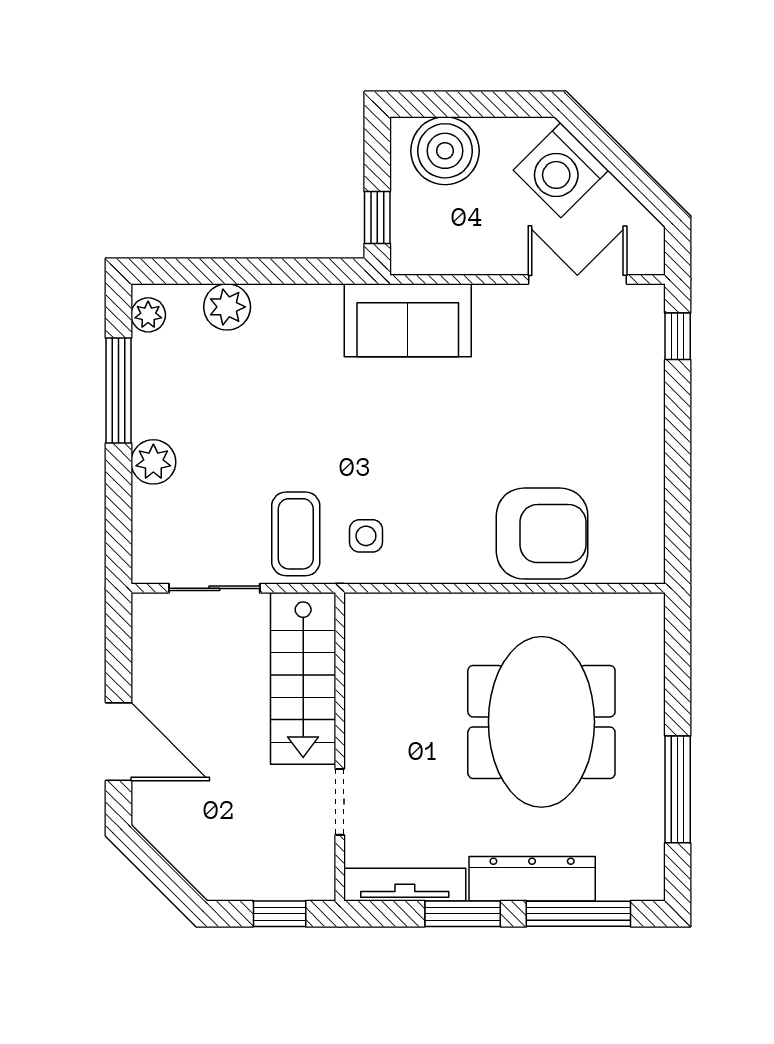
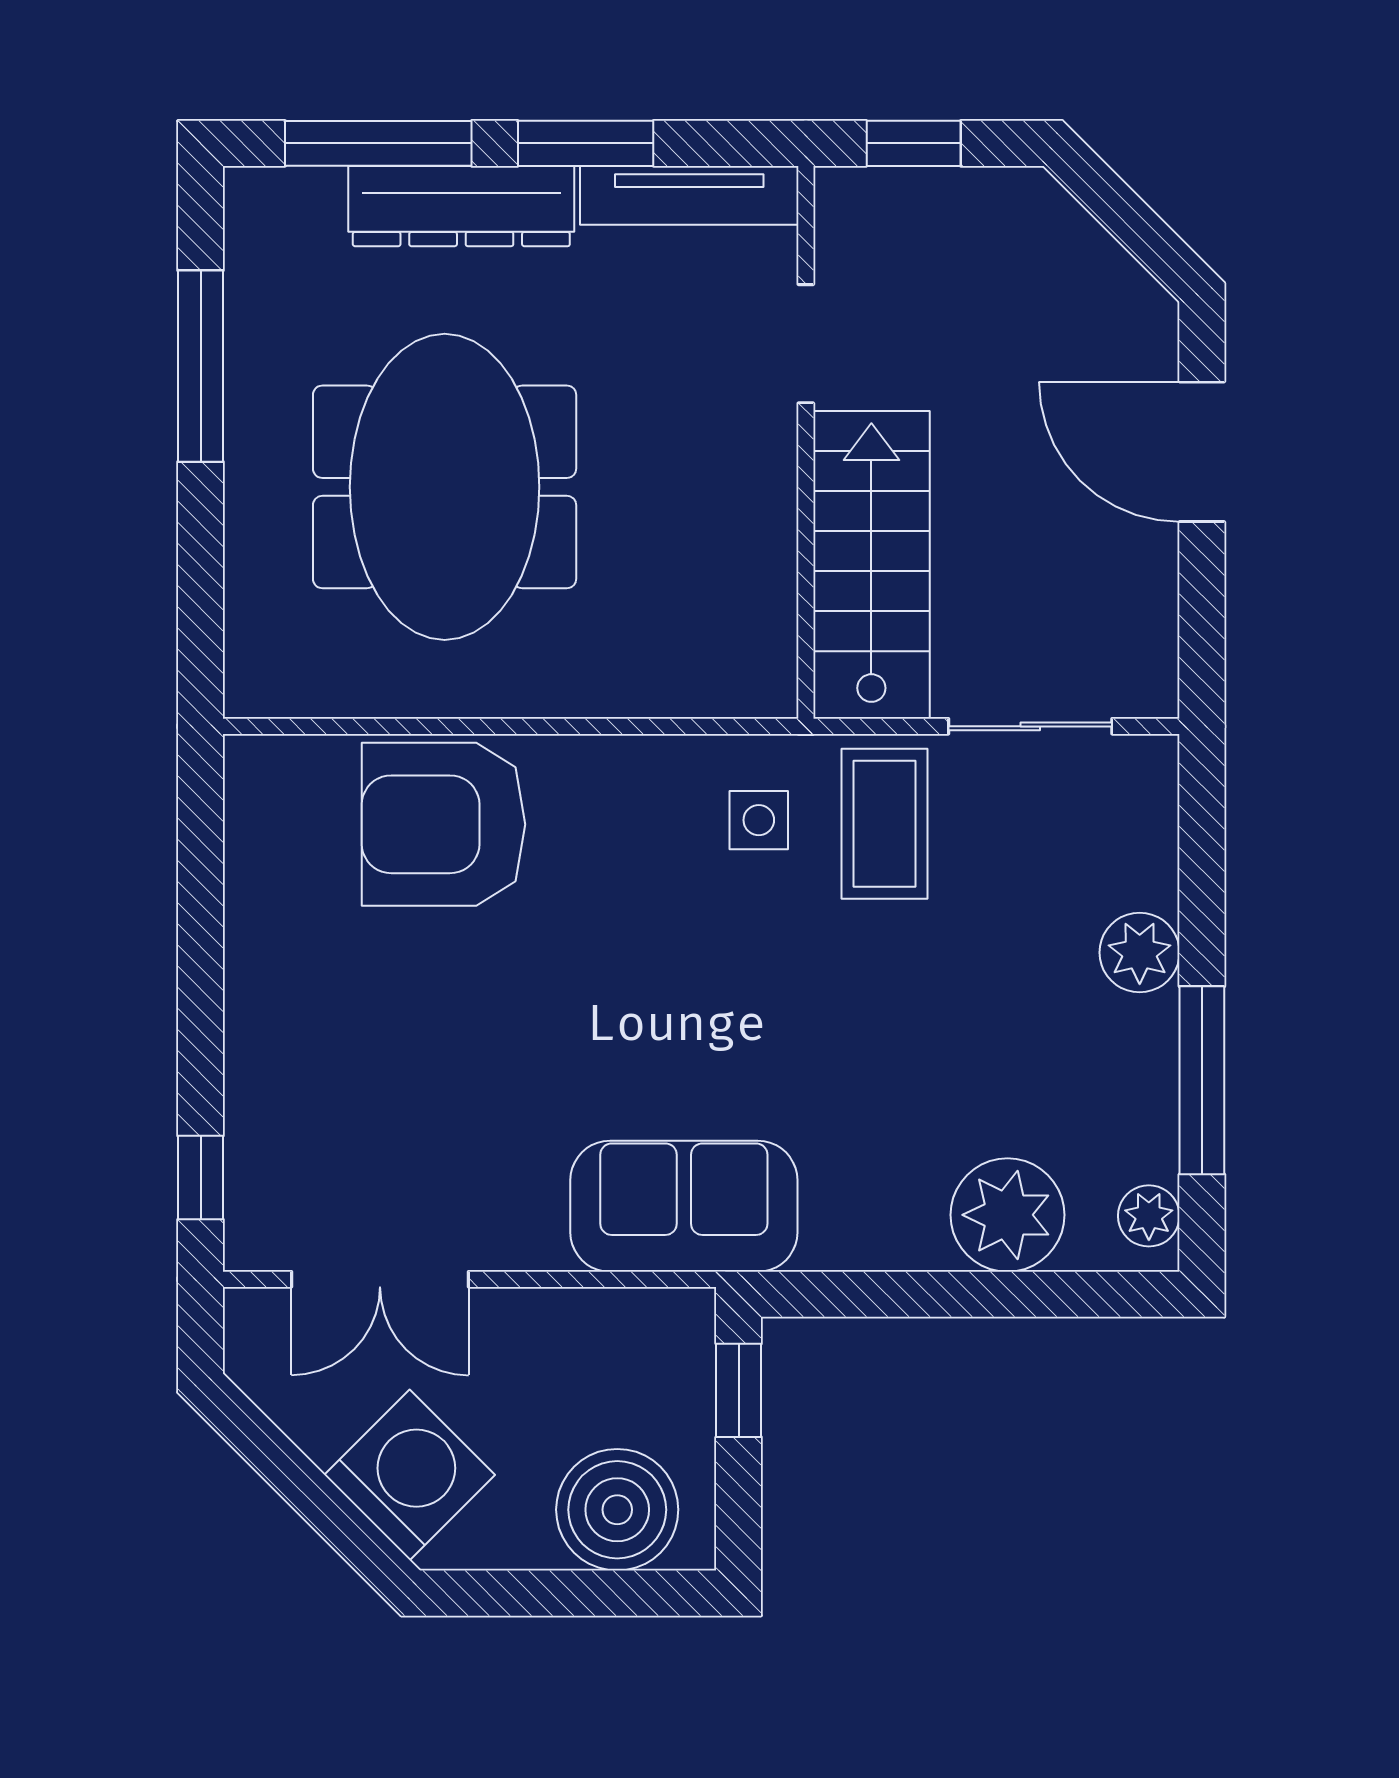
plant: (227, 307) -> (1008, 1215), width x1.36, depth x1.36

